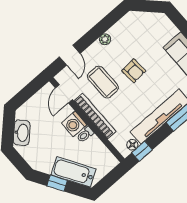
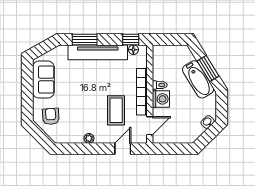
armchair: (134, 71) -> (51, 116), moved
washbasin: (22, 133) -> (208, 122), width x0.52, depth x0.69
bathtub: (73, 172) -> (198, 79), moved
window: (57, 183) -> (208, 69), width x1.50

